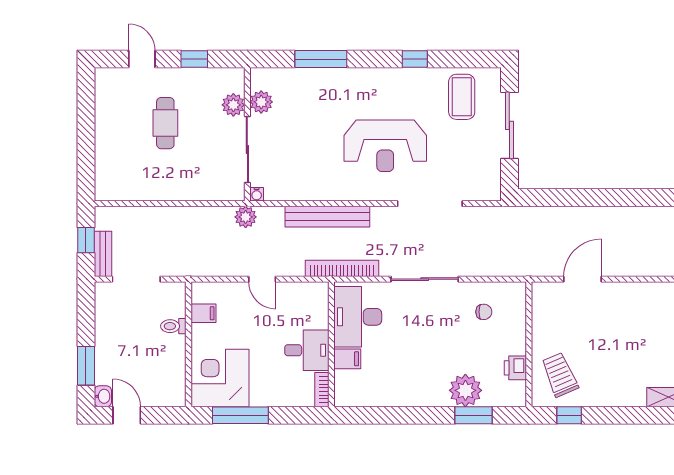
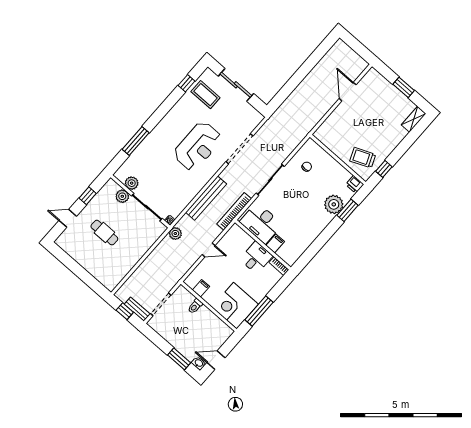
window: (415, 59) -> (186, 83), moved
door: (583, 279) -> (348, 92), moved
printer: (515, 368) -> (355, 184), moved

